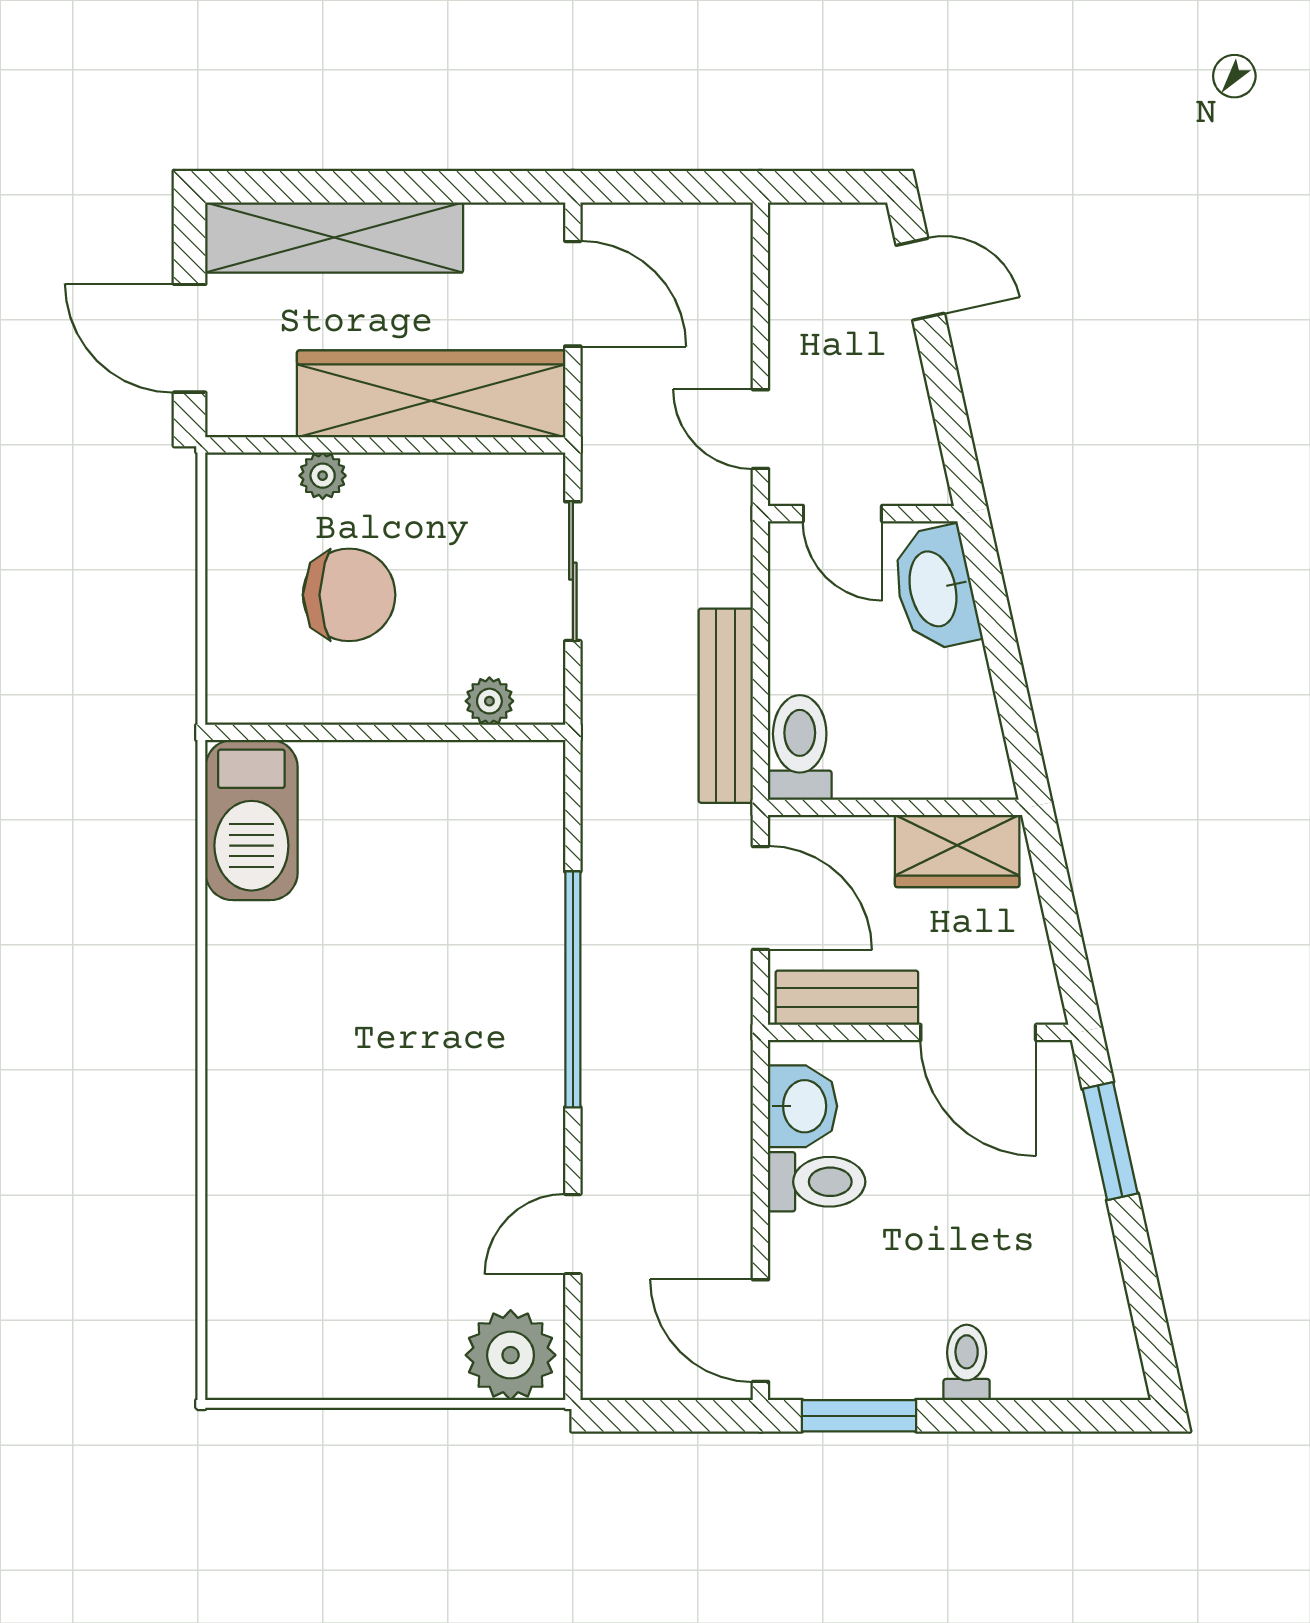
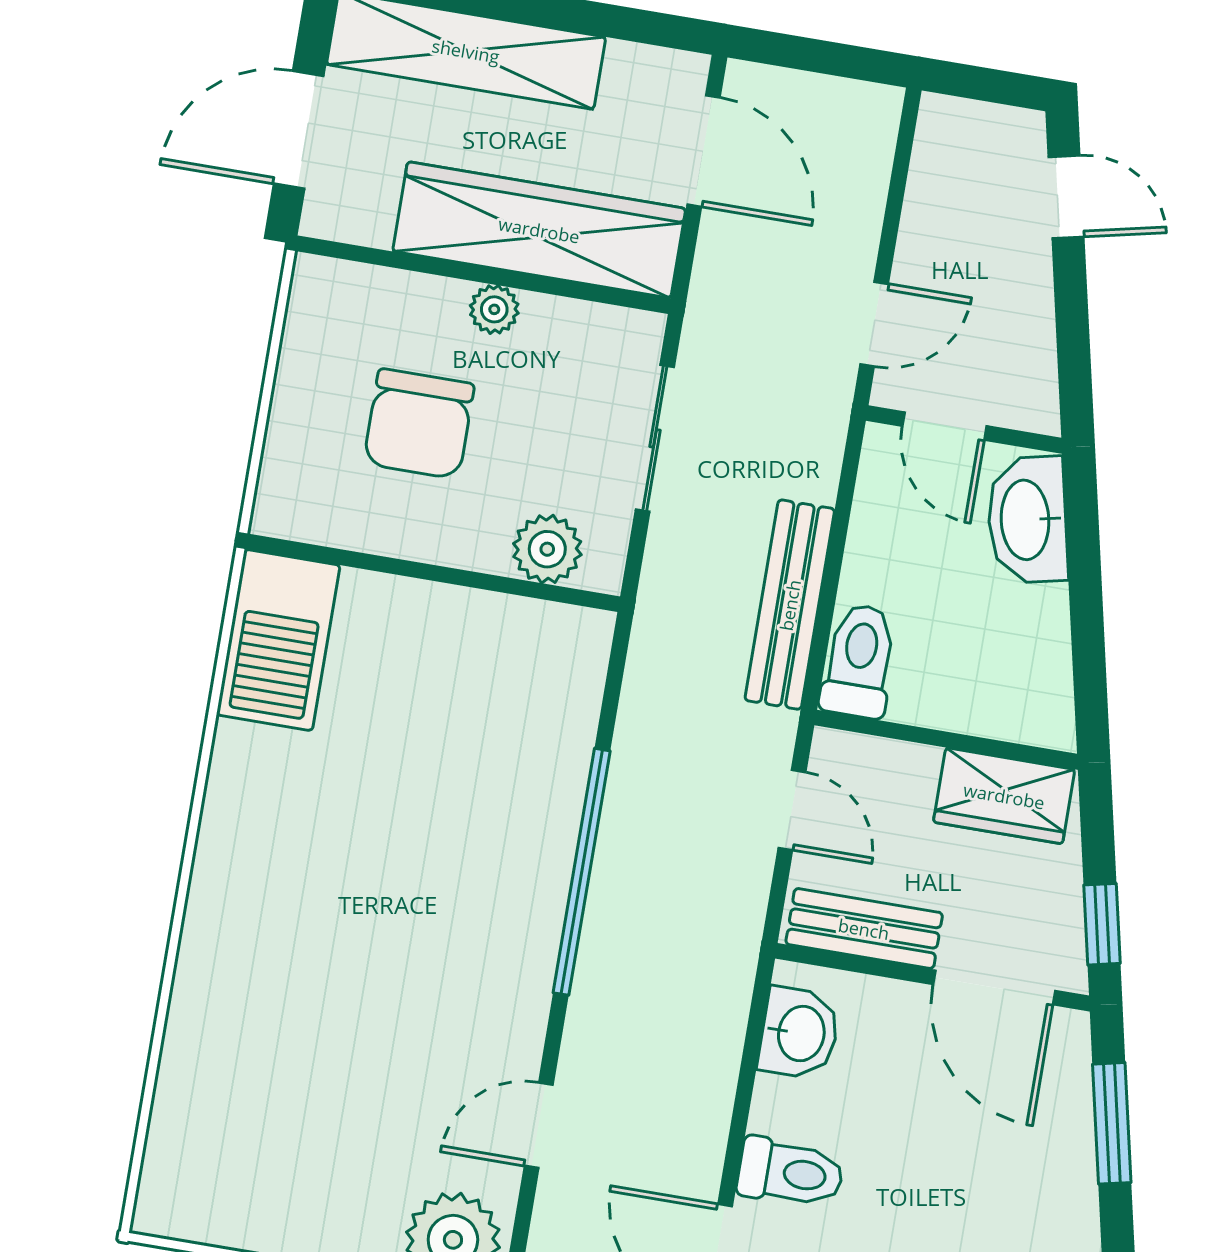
door: (190, 338) -> (299, 130), hinge flipped
door: (760, 429) -> (874, 324), swing flipped
plant: (323, 476) -> (494, 309), moved
chair: (349, 595) -> (419, 424), turned 90
plant: (489, 701) -> (547, 549), width x1.38, depth x1.38
door: (760, 898) -> (792, 810), width x0.73
window: (1069, 956) -> (1102, 924), added
toilet: (817, 1182) -> (791, 1173), moved

